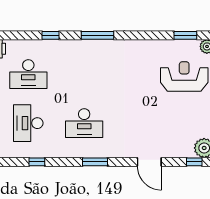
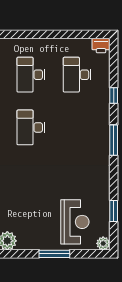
window: (185, 35) -> (114, 211), moved
desk: (28, 123) -> (31, 75), turned -90

